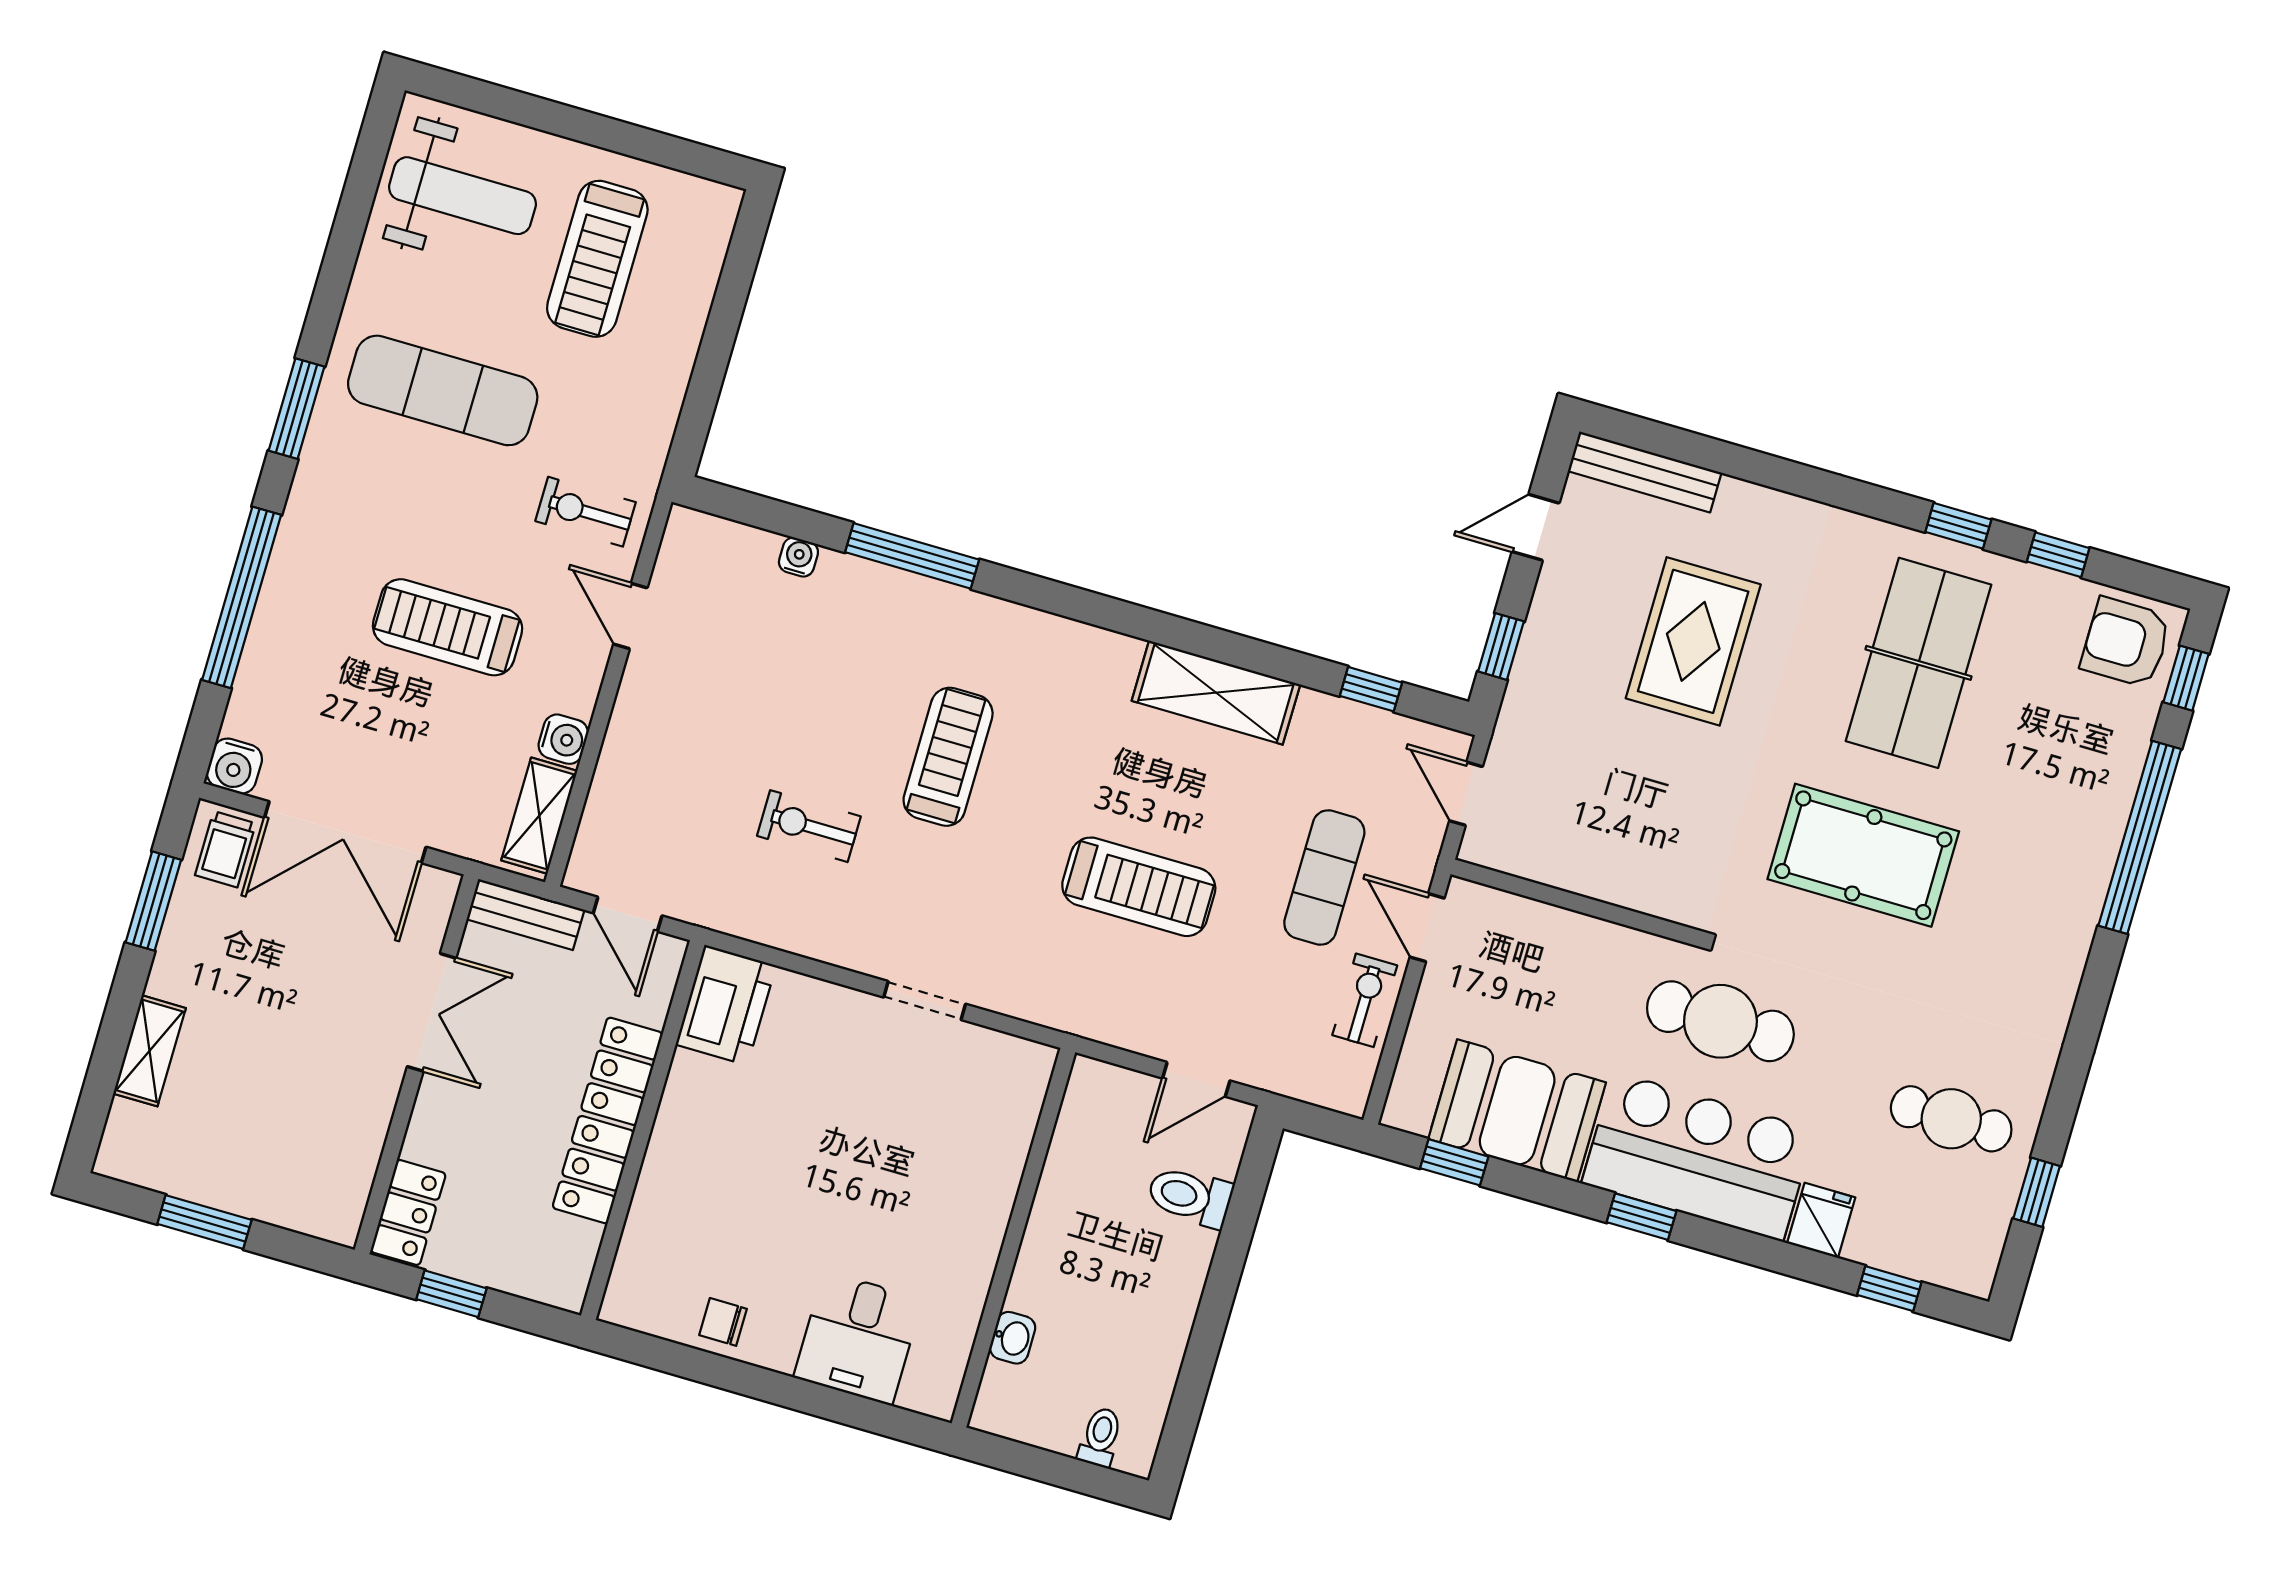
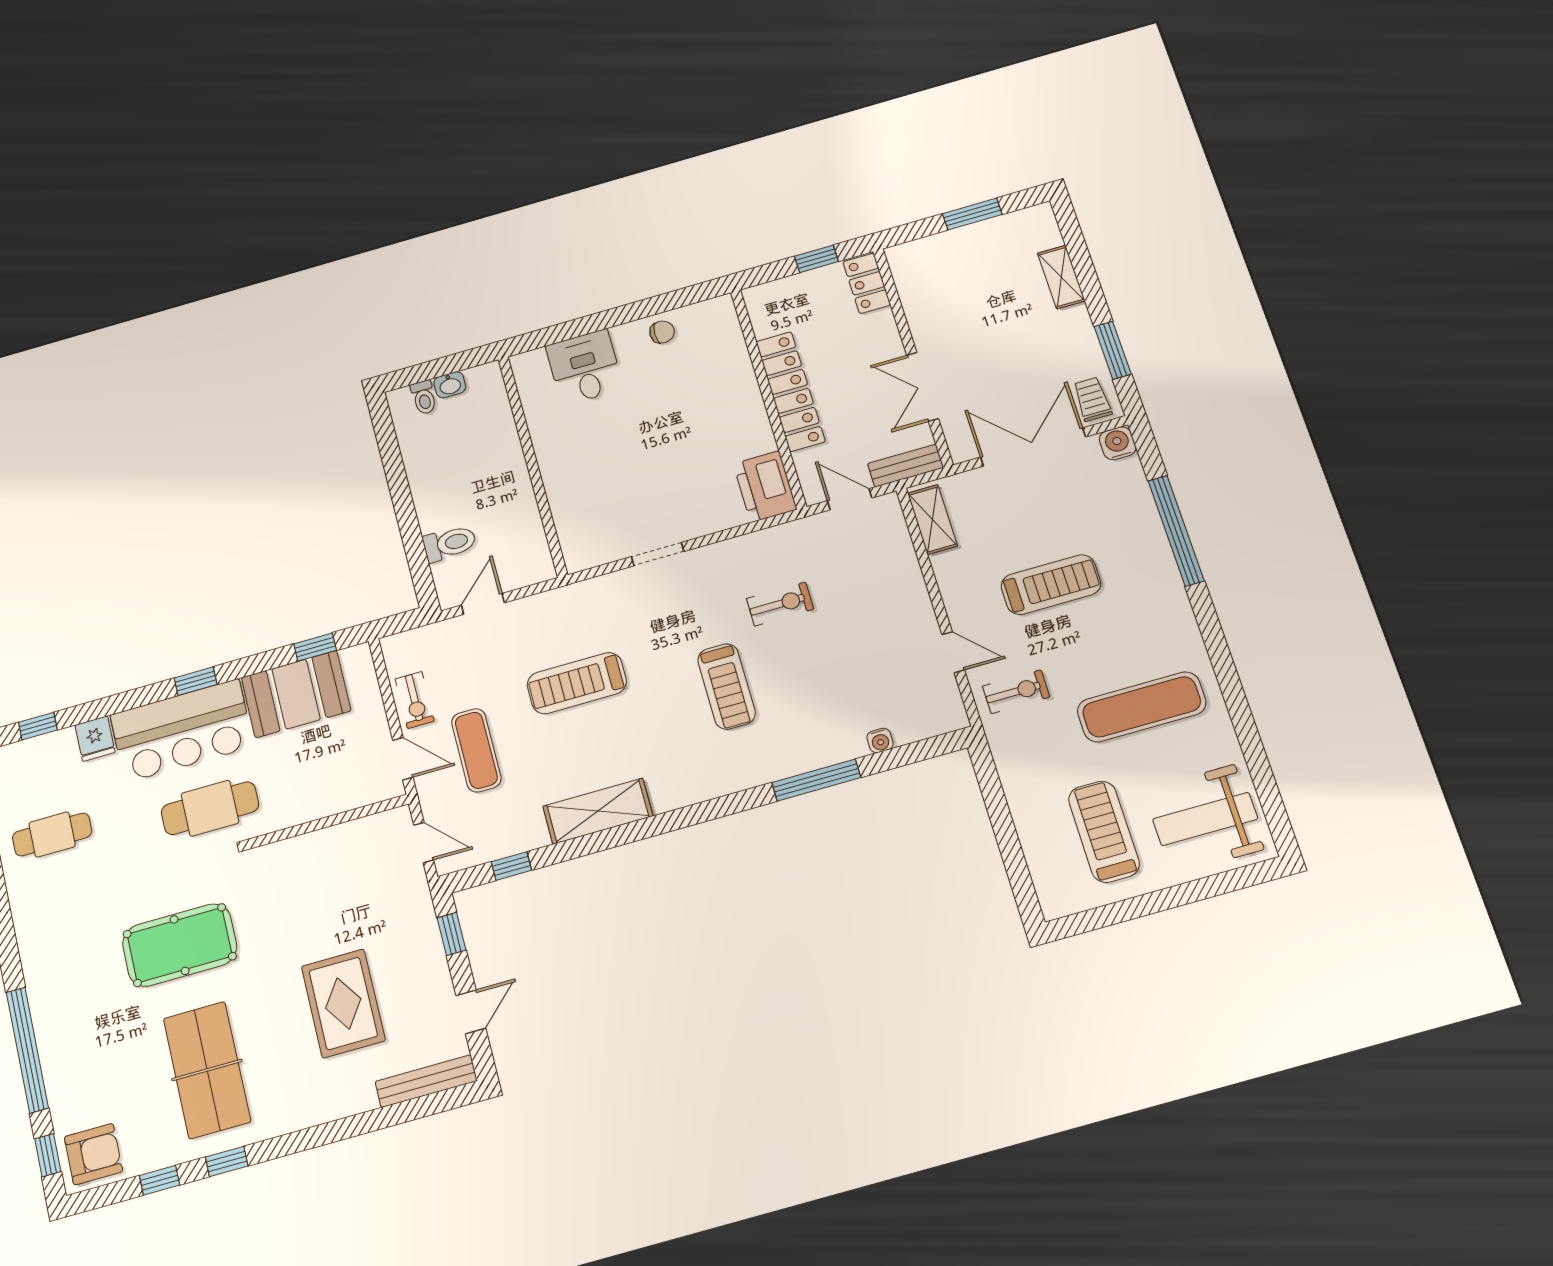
window: (296, 409) -> (1217, 647), removed
water cooler: (563, 739) -> (946, 566), removed
washbasin: (1013, 1338) -> (450, 385), moved, turned -90

